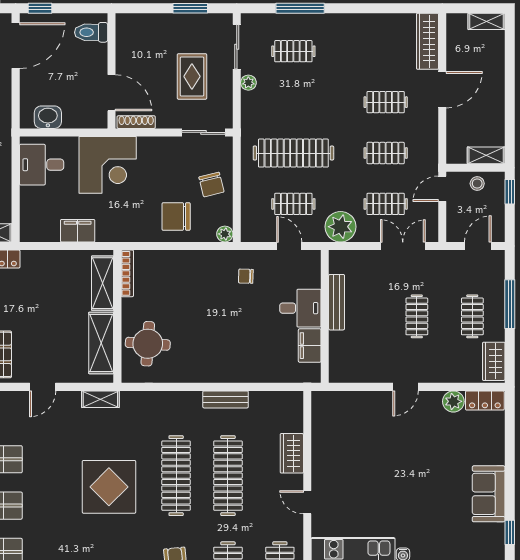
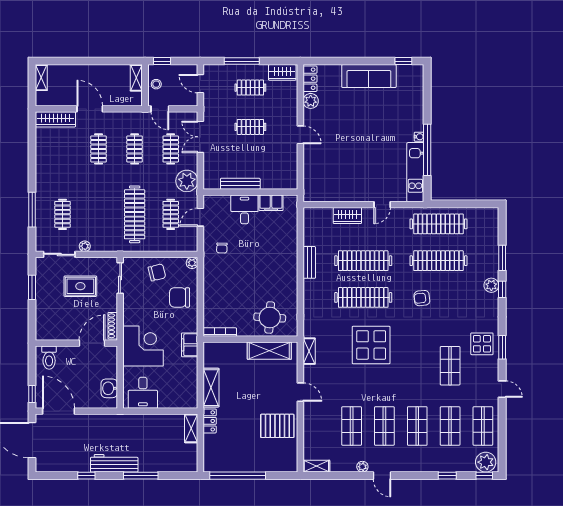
chair: (176, 217) -> (180, 297), turned 90
filing cabinet: (78, 231) -> (190, 345), moved
shelving: (103, 283) -> (211, 388), moved, turned 90
sofa: (489, 494) -> (369, 76), width x1.36

